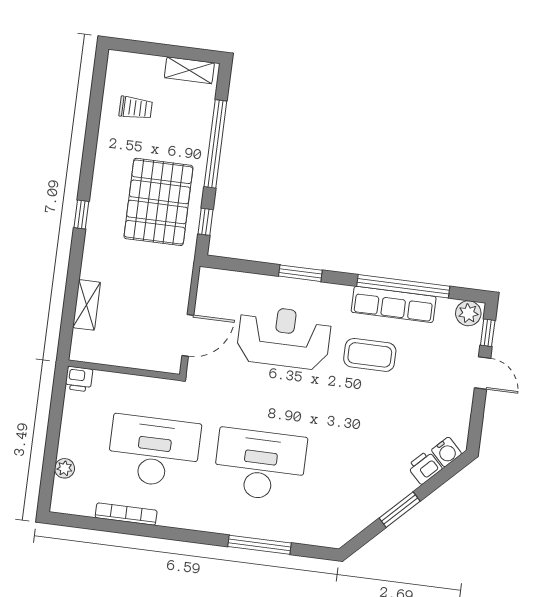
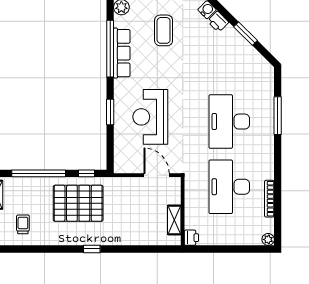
shelving: (87, 305) -> (174, 220), moved, turned 90
coffee table: (370, 355) -> (164, 30), moved
plant: (65, 468) -> (268, 239), moved

